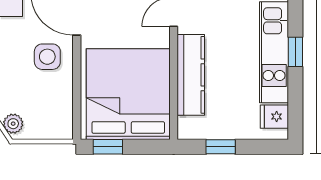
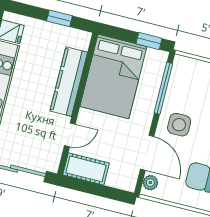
bed: (128, 94) -> (113, 76), width x0.73
window: (77, 95) -> (163, 88), added

